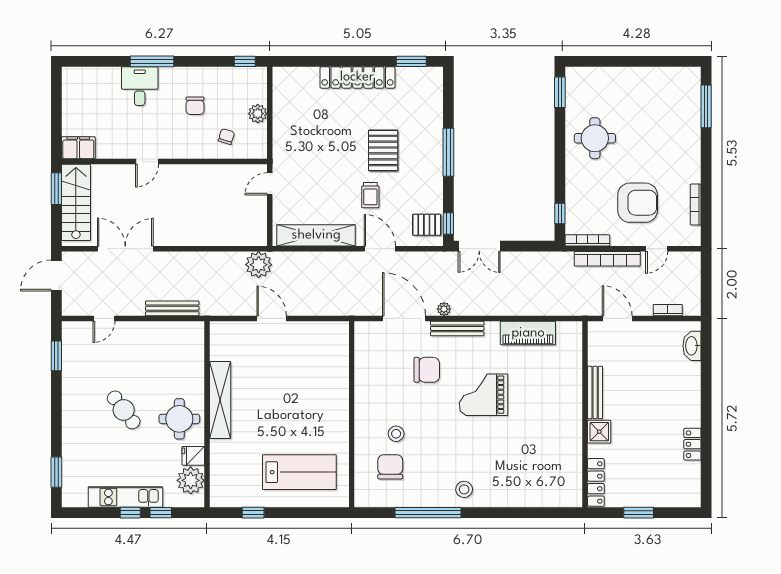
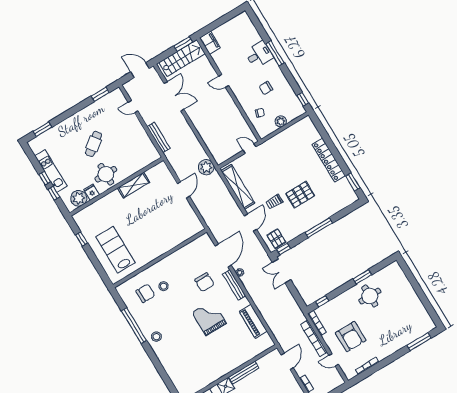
window: (560, 92) -> (362, 277), moved
shelving: (220, 400) -> (134, 185), width x0.68
lab bench: (299, 472) -> (115, 250), turned 180

